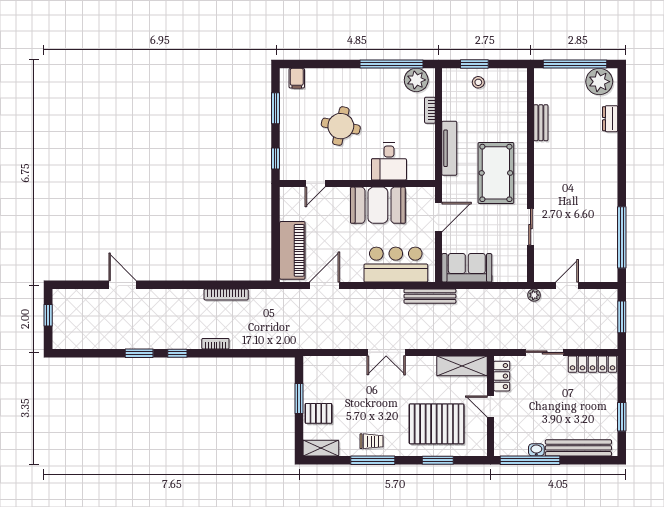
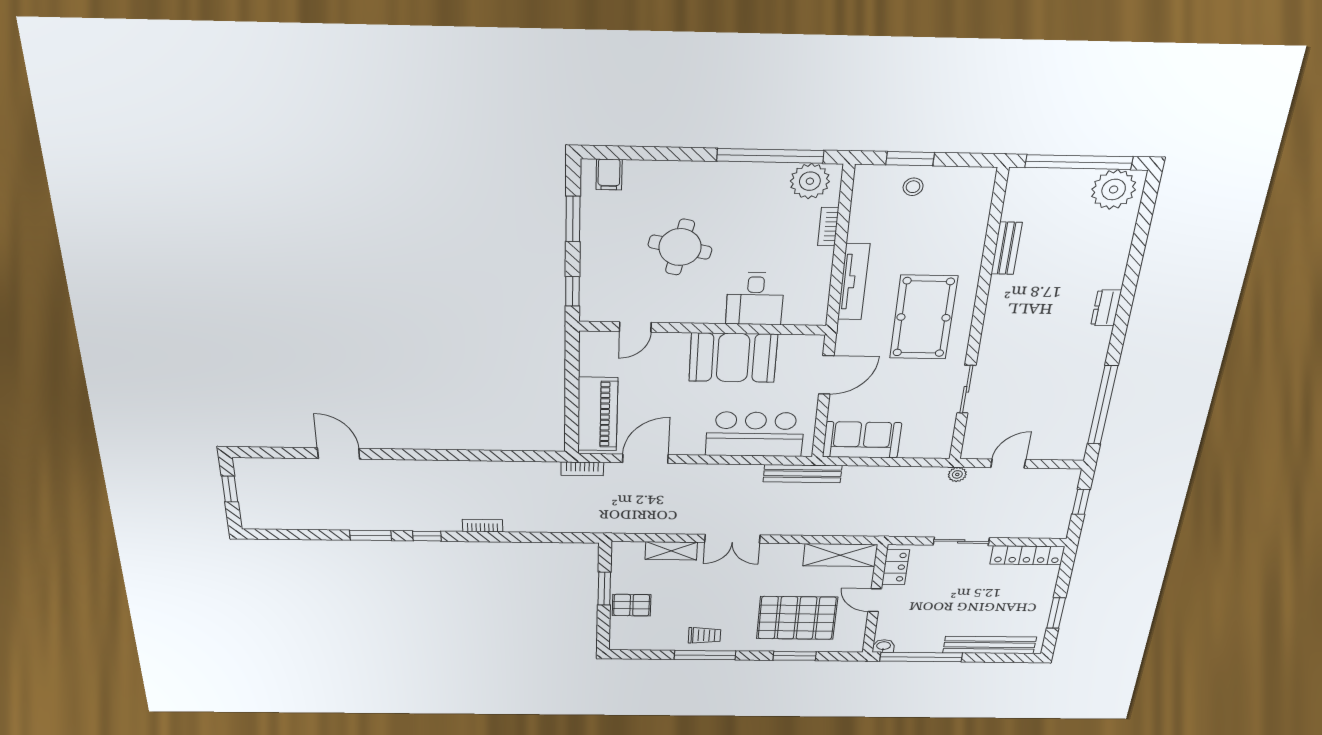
dresser: (610, 119) -> (1106, 308), moved
bookcase: (226, 295) -> (582, 469), moved, width x0.64
window: (622, 317) -> (1081, 502), width x0.67
shelving: (321, 448) -> (671, 551), moved
washbasin: (536, 450) -> (884, 646), moved

